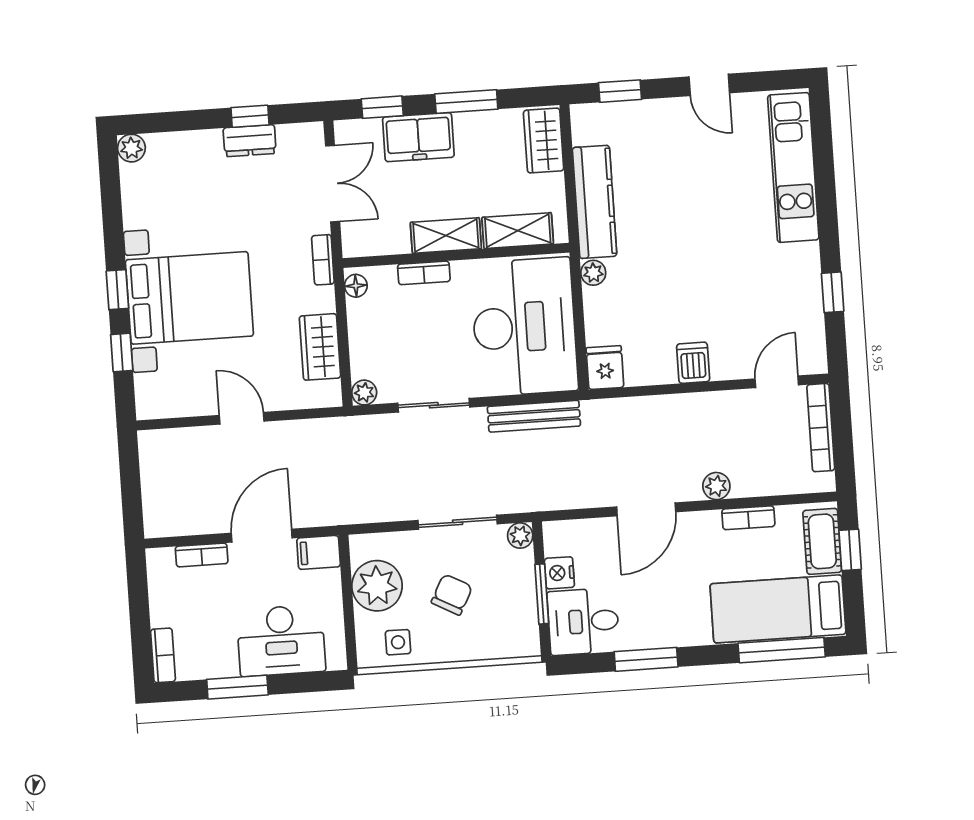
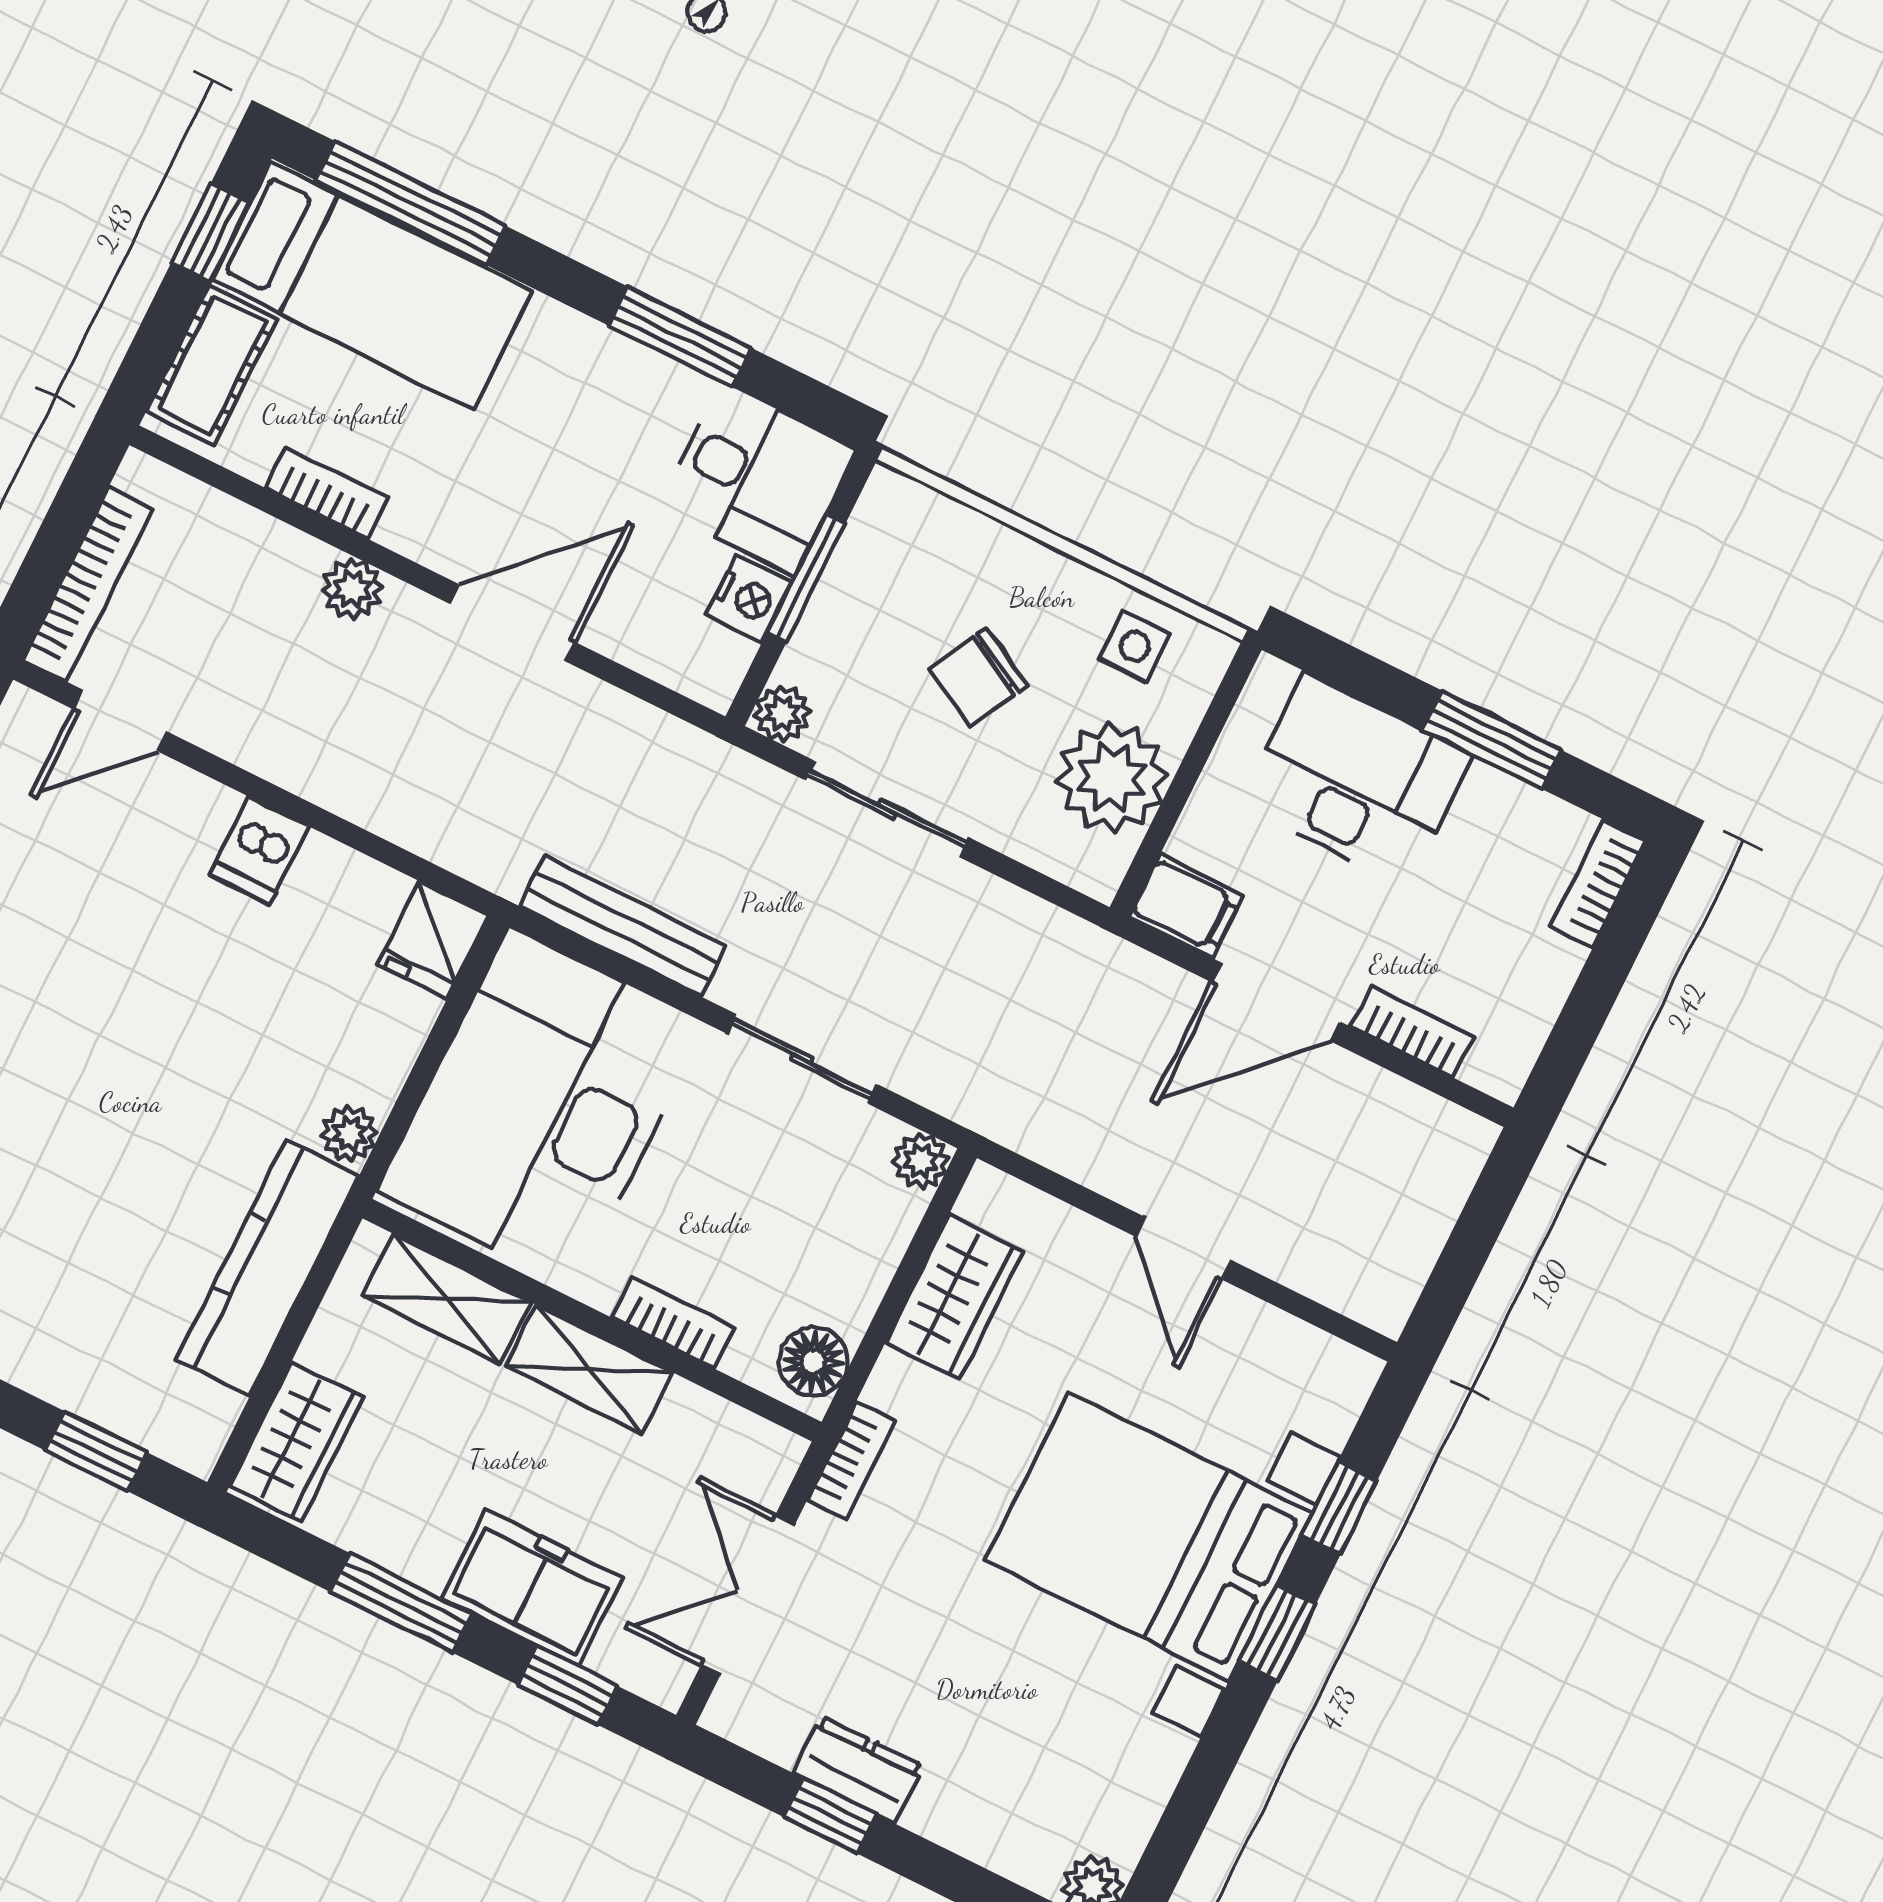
floor lamp: (356, 286) -> (813, 1362), width x1.37, depth x1.37
window: (850, 550) -> (210, 233), moved

